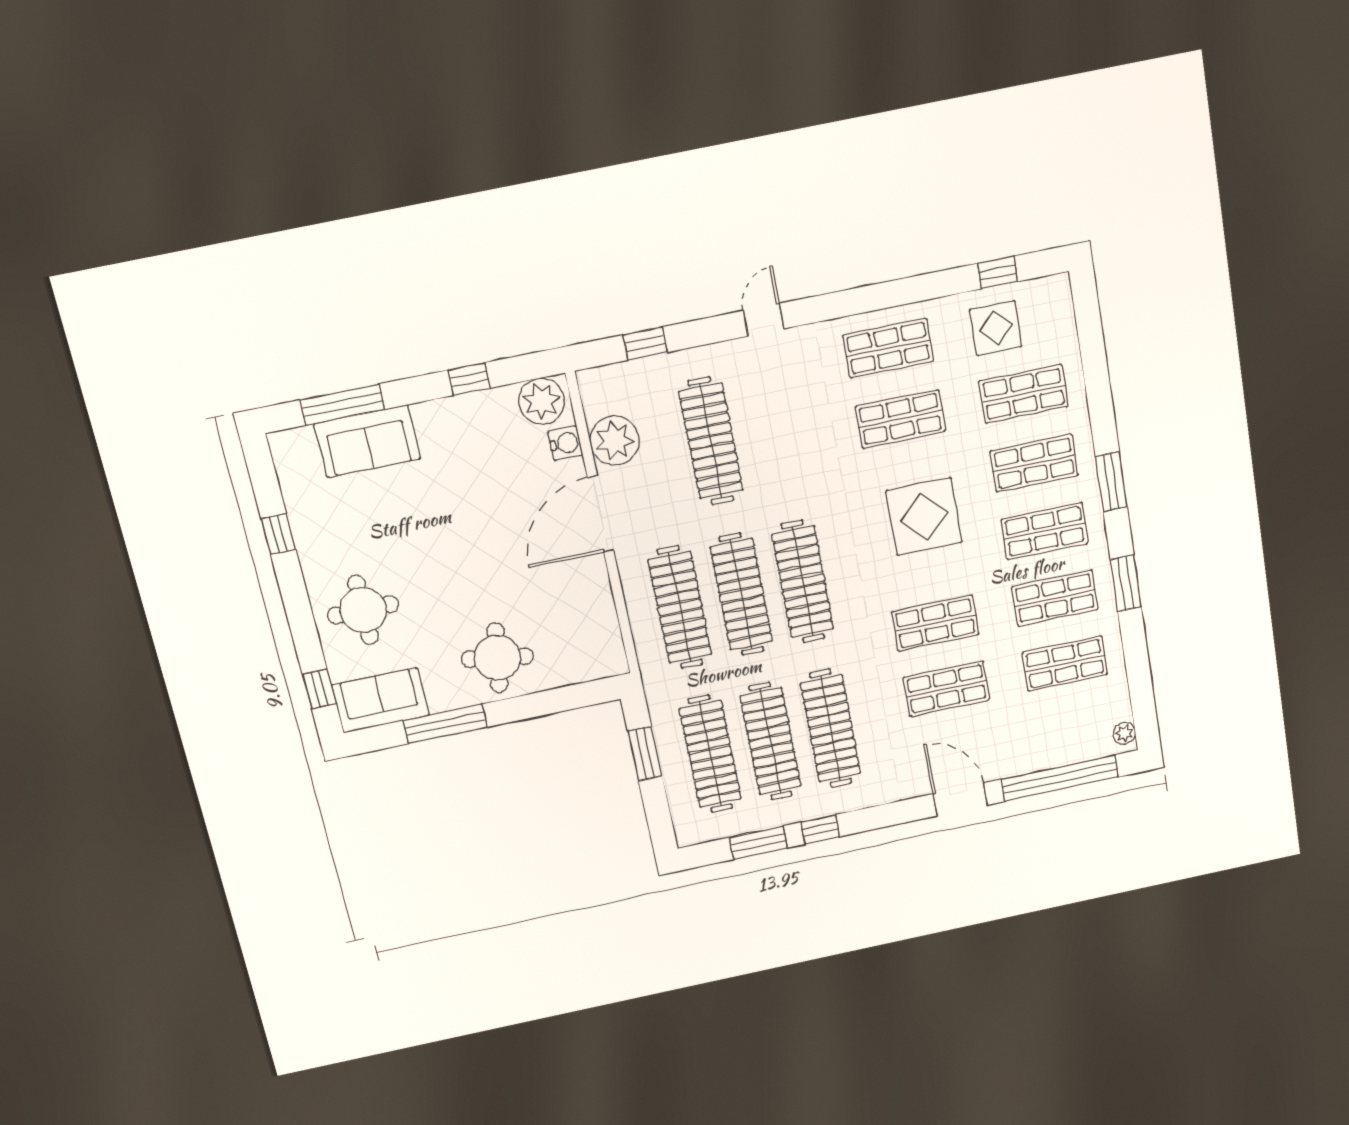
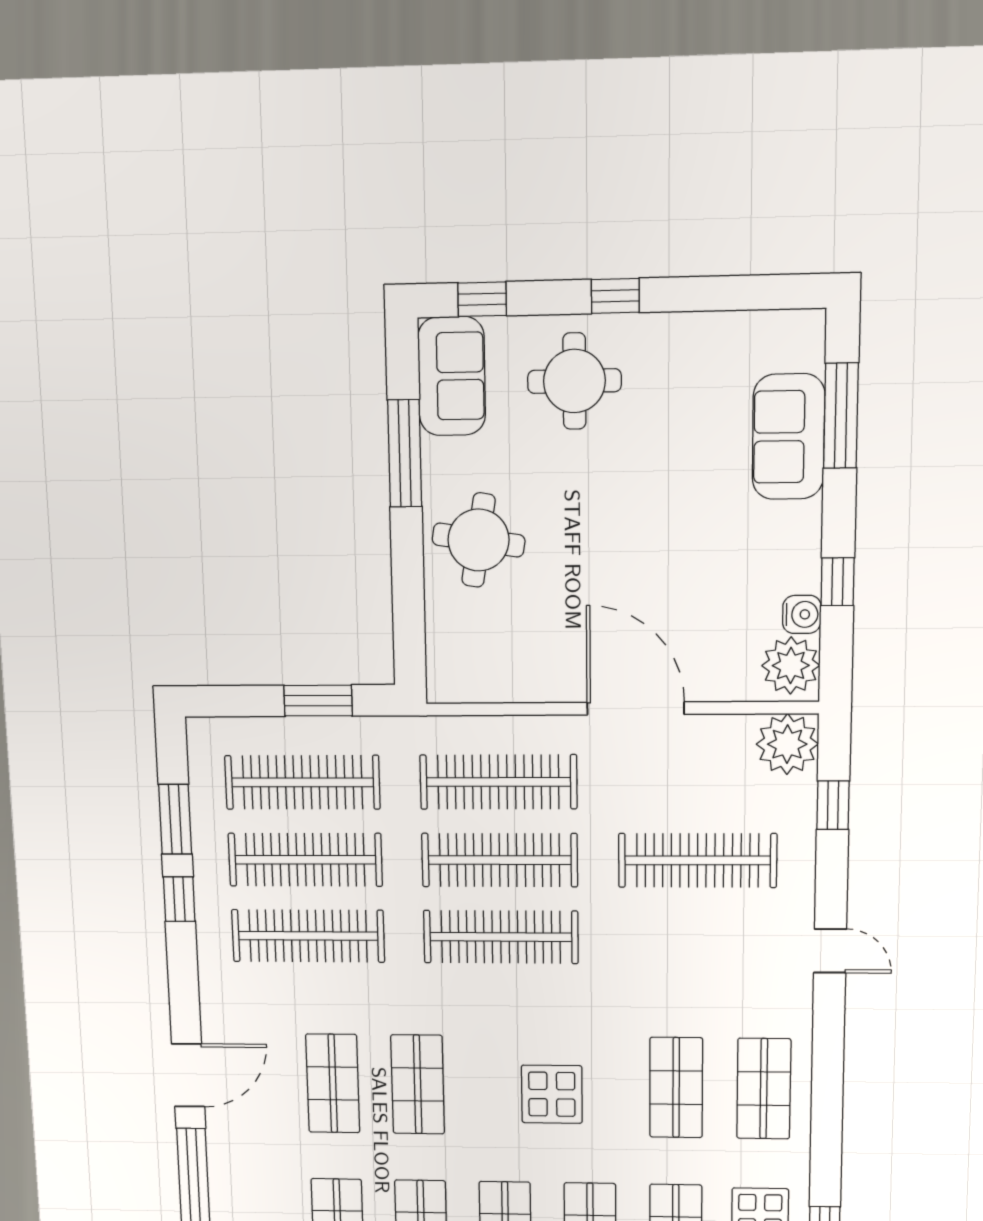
plant: (615, 441) -> (787, 744), moved
water cooler: (565, 443) -> (802, 614), moved, turned -90
display table: (924, 517) -> (552, 1094), width x0.73, depth x0.73
window: (278, 534) -> (615, 296), moved

